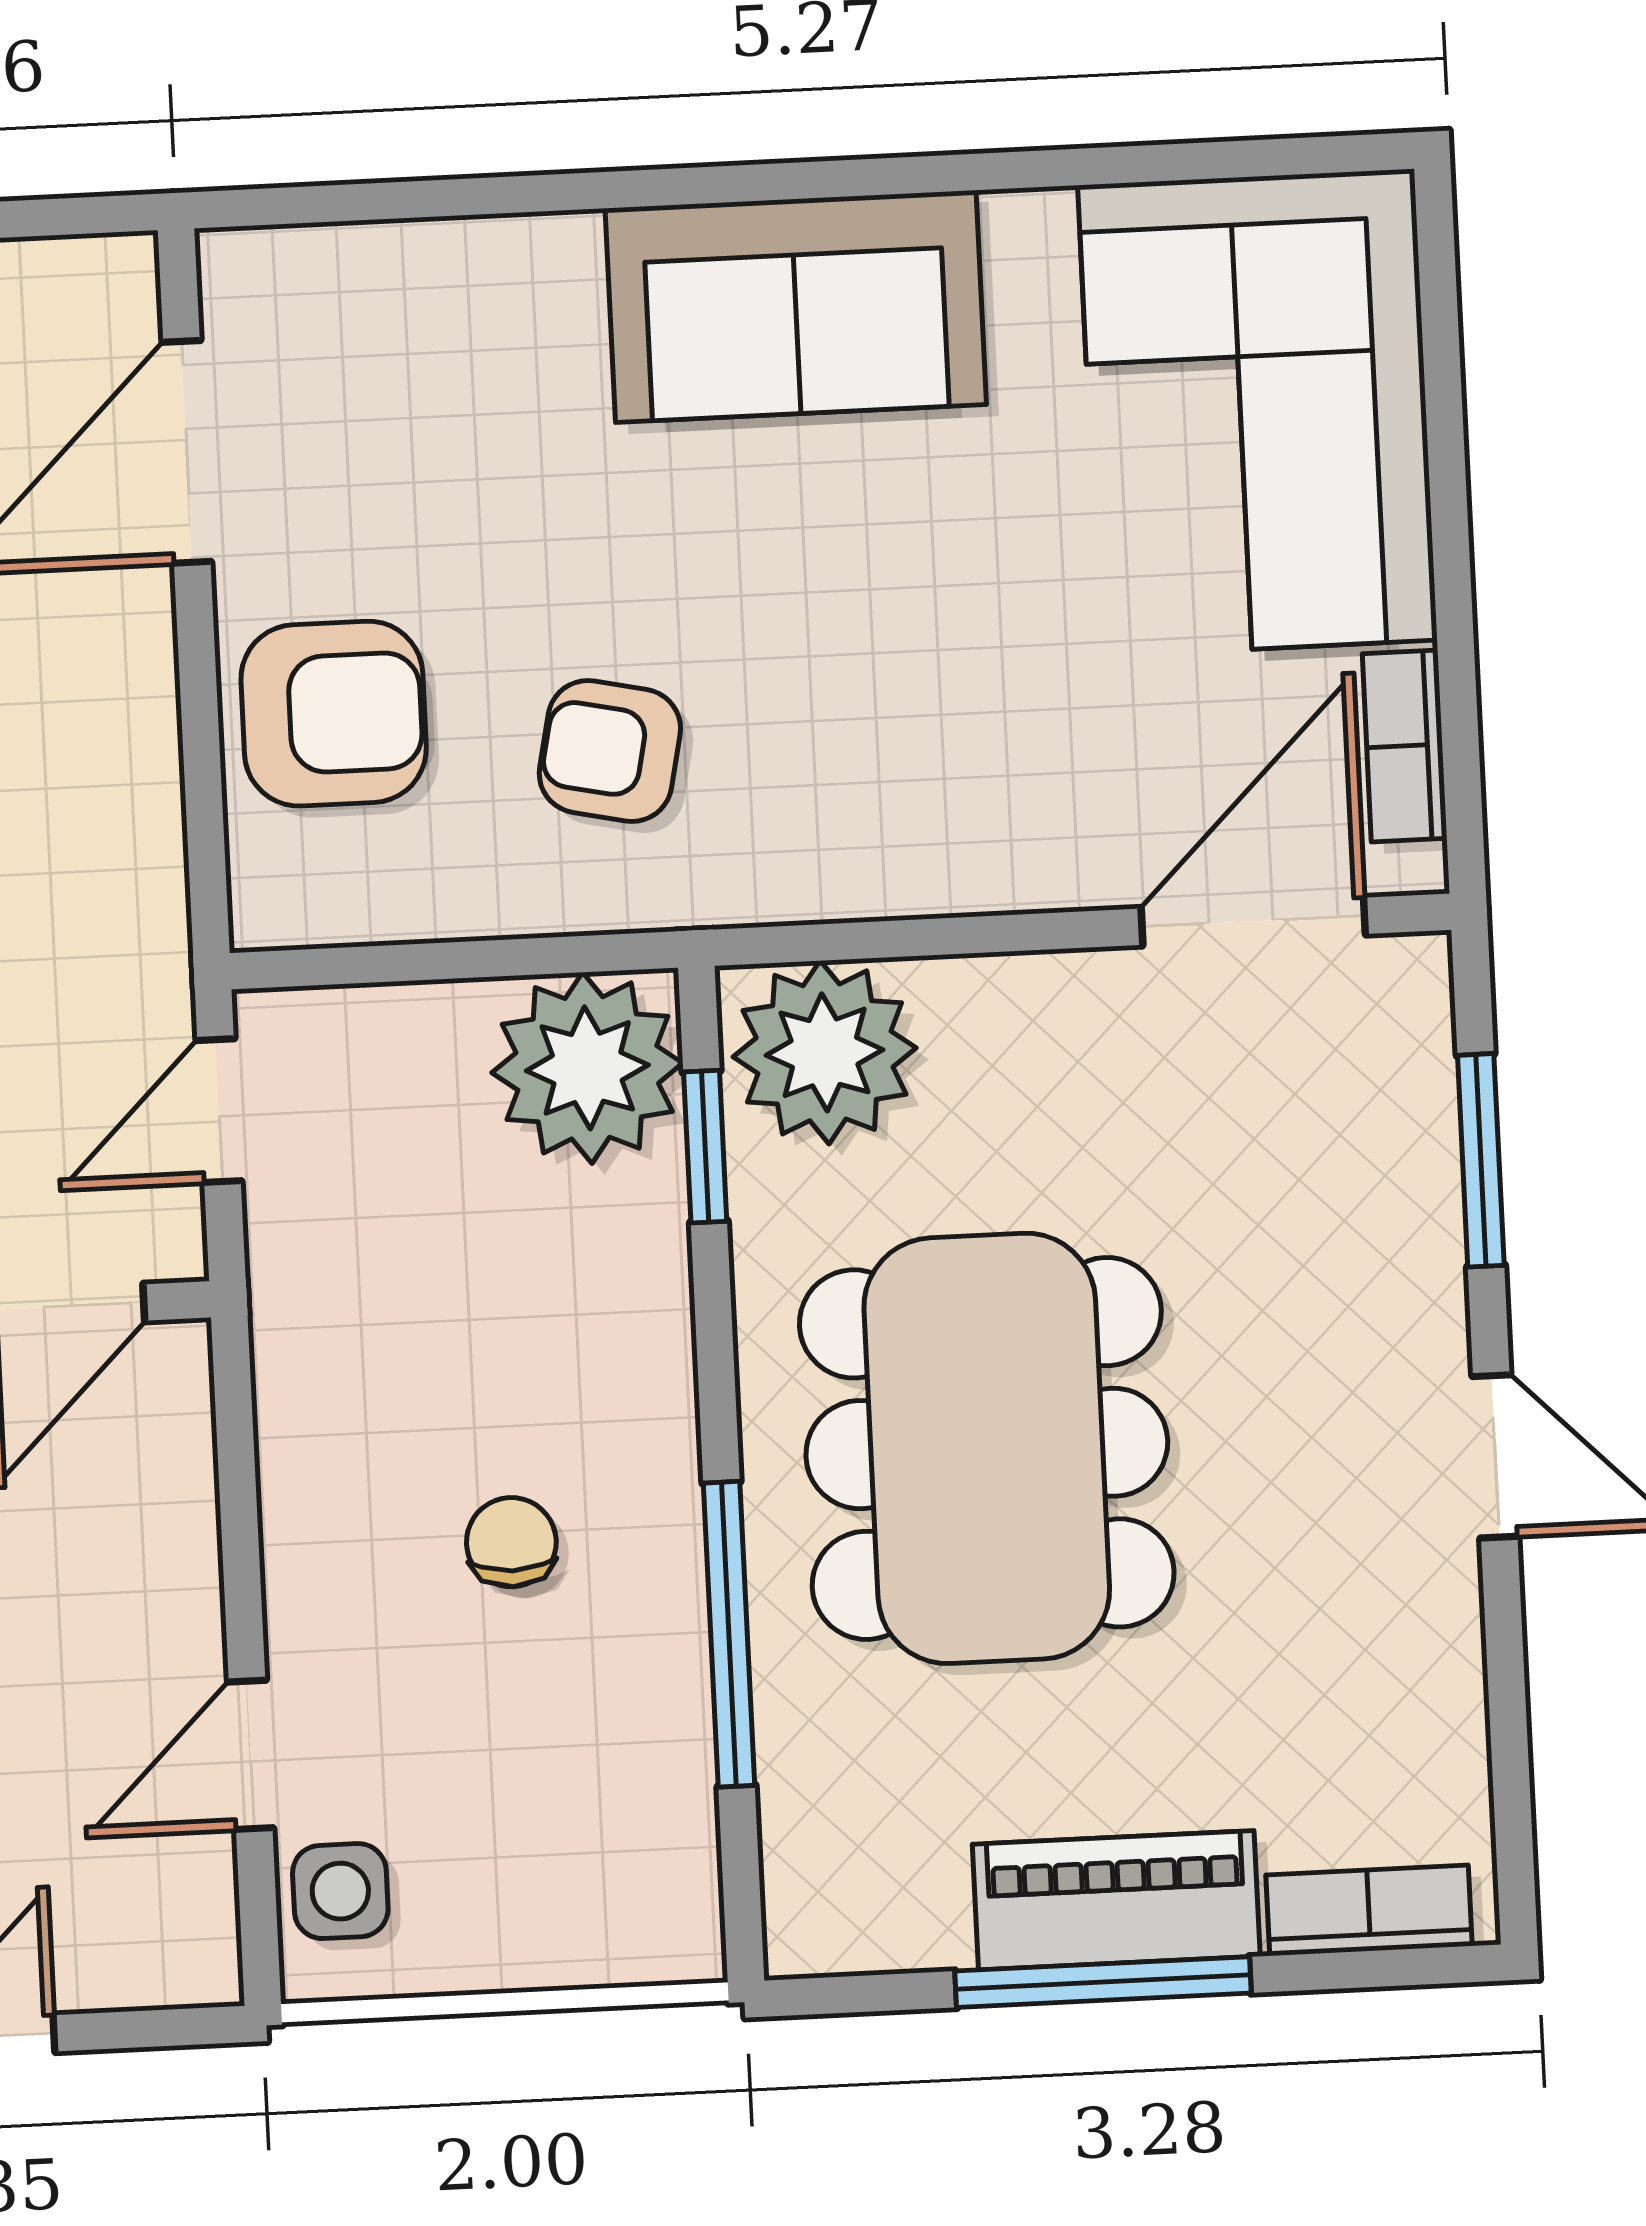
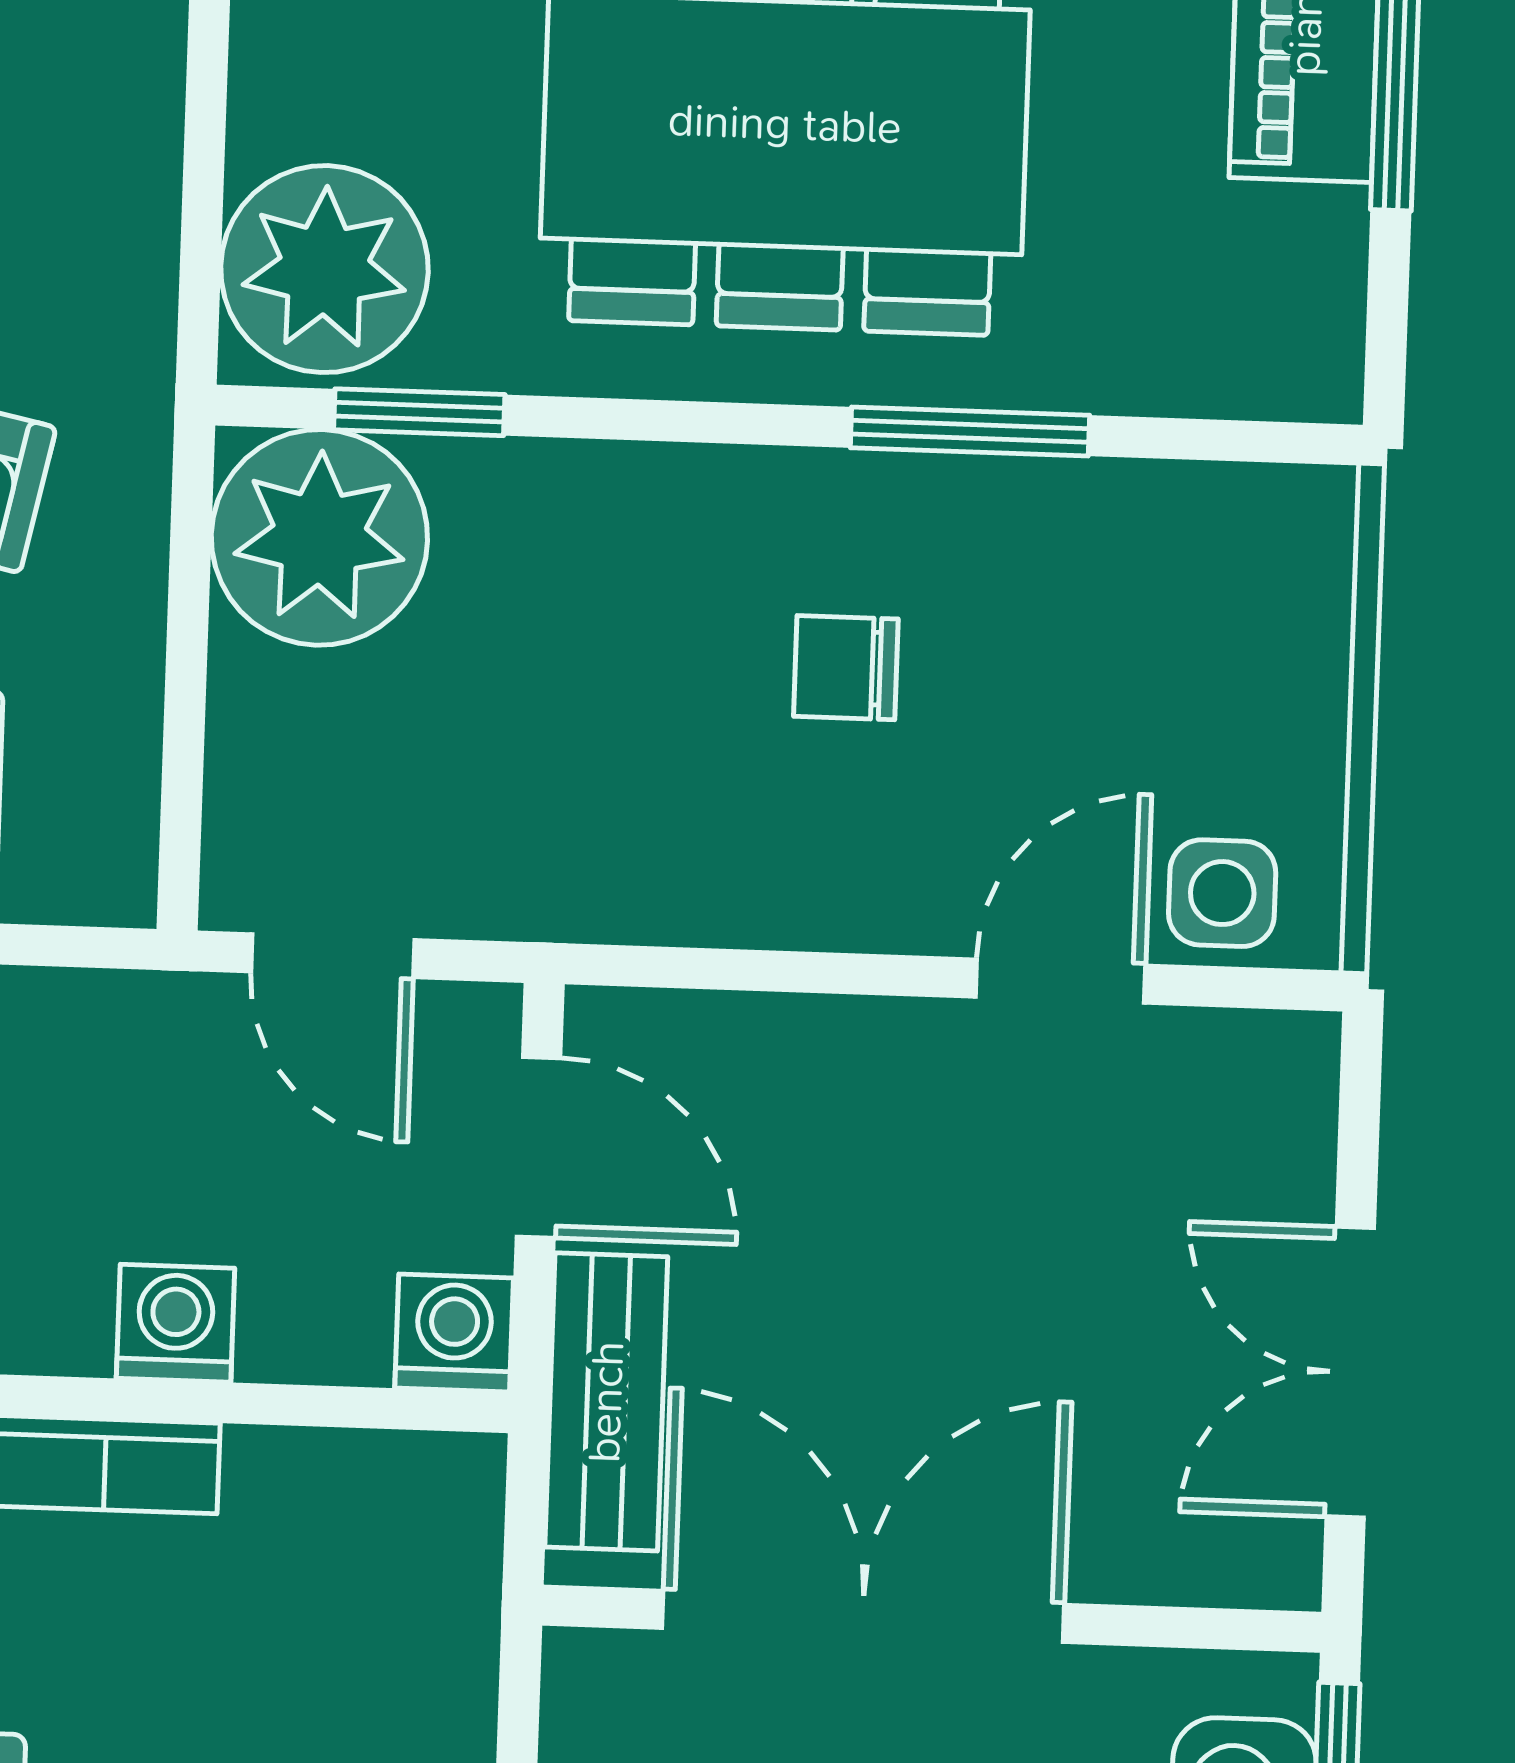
window: (729, 1634) -> (970, 431), width x0.69
door: (251, 1755) -> (1061, 981), swing flipped

